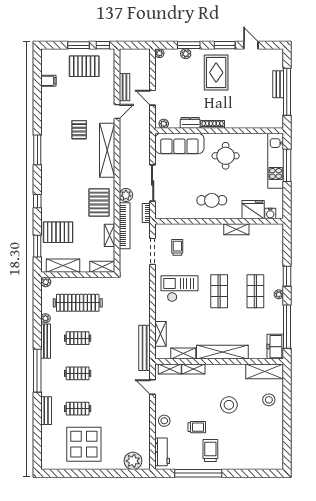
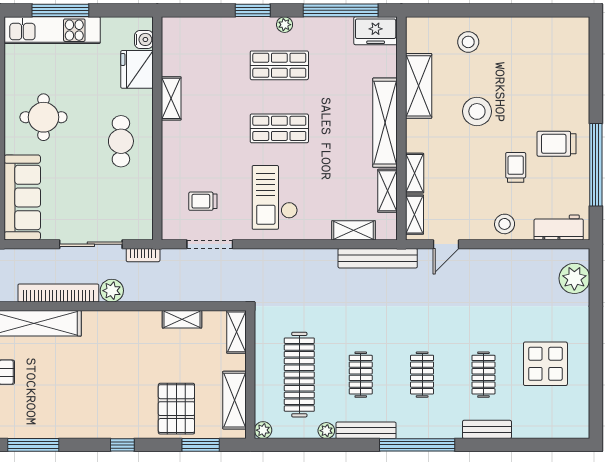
pallet: (99, 202) -> (125, 337), removed
bookcase: (125, 226) -> (58, 293), moved
shelving: (265, 371) -> (419, 86), moved
display table: (84, 444) -> (545, 364), width x0.73, depth x0.73

